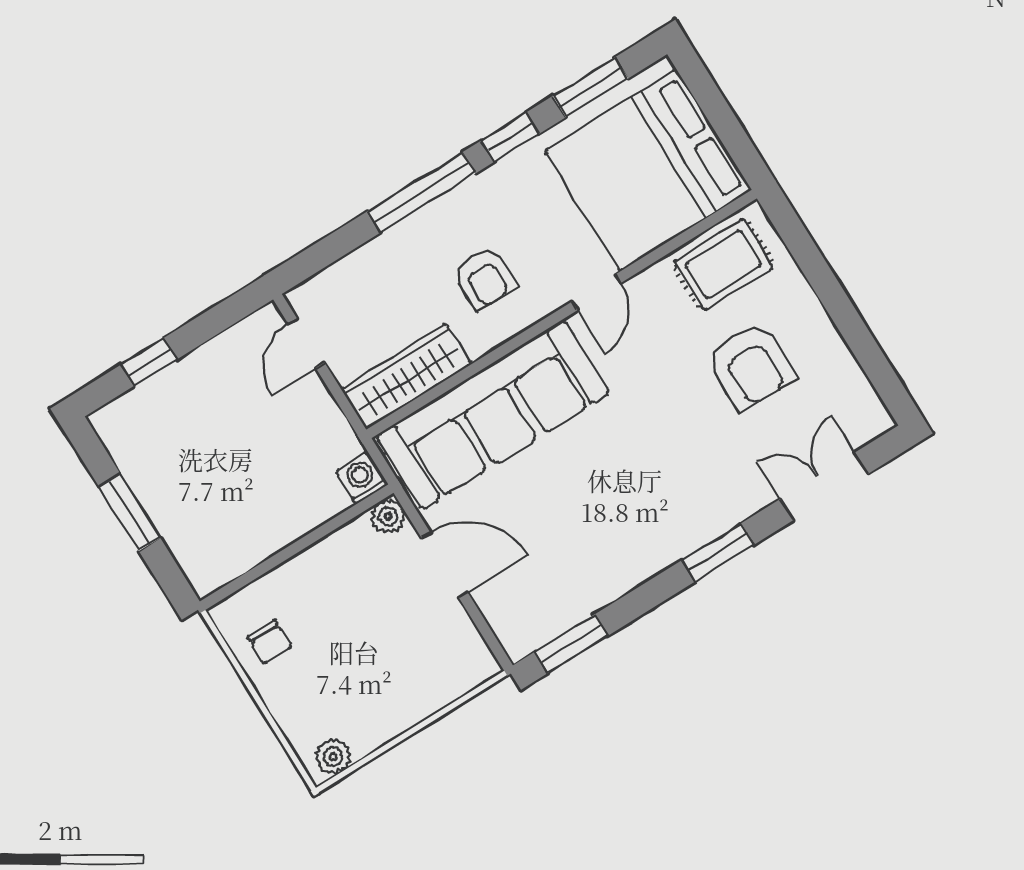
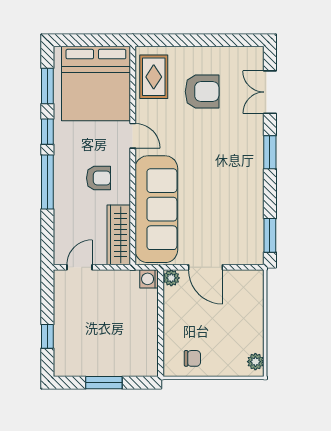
door: (306, 343) -> (80, 267), swing flipped
door: (444, 565) -> (205, 267), swing flipped

